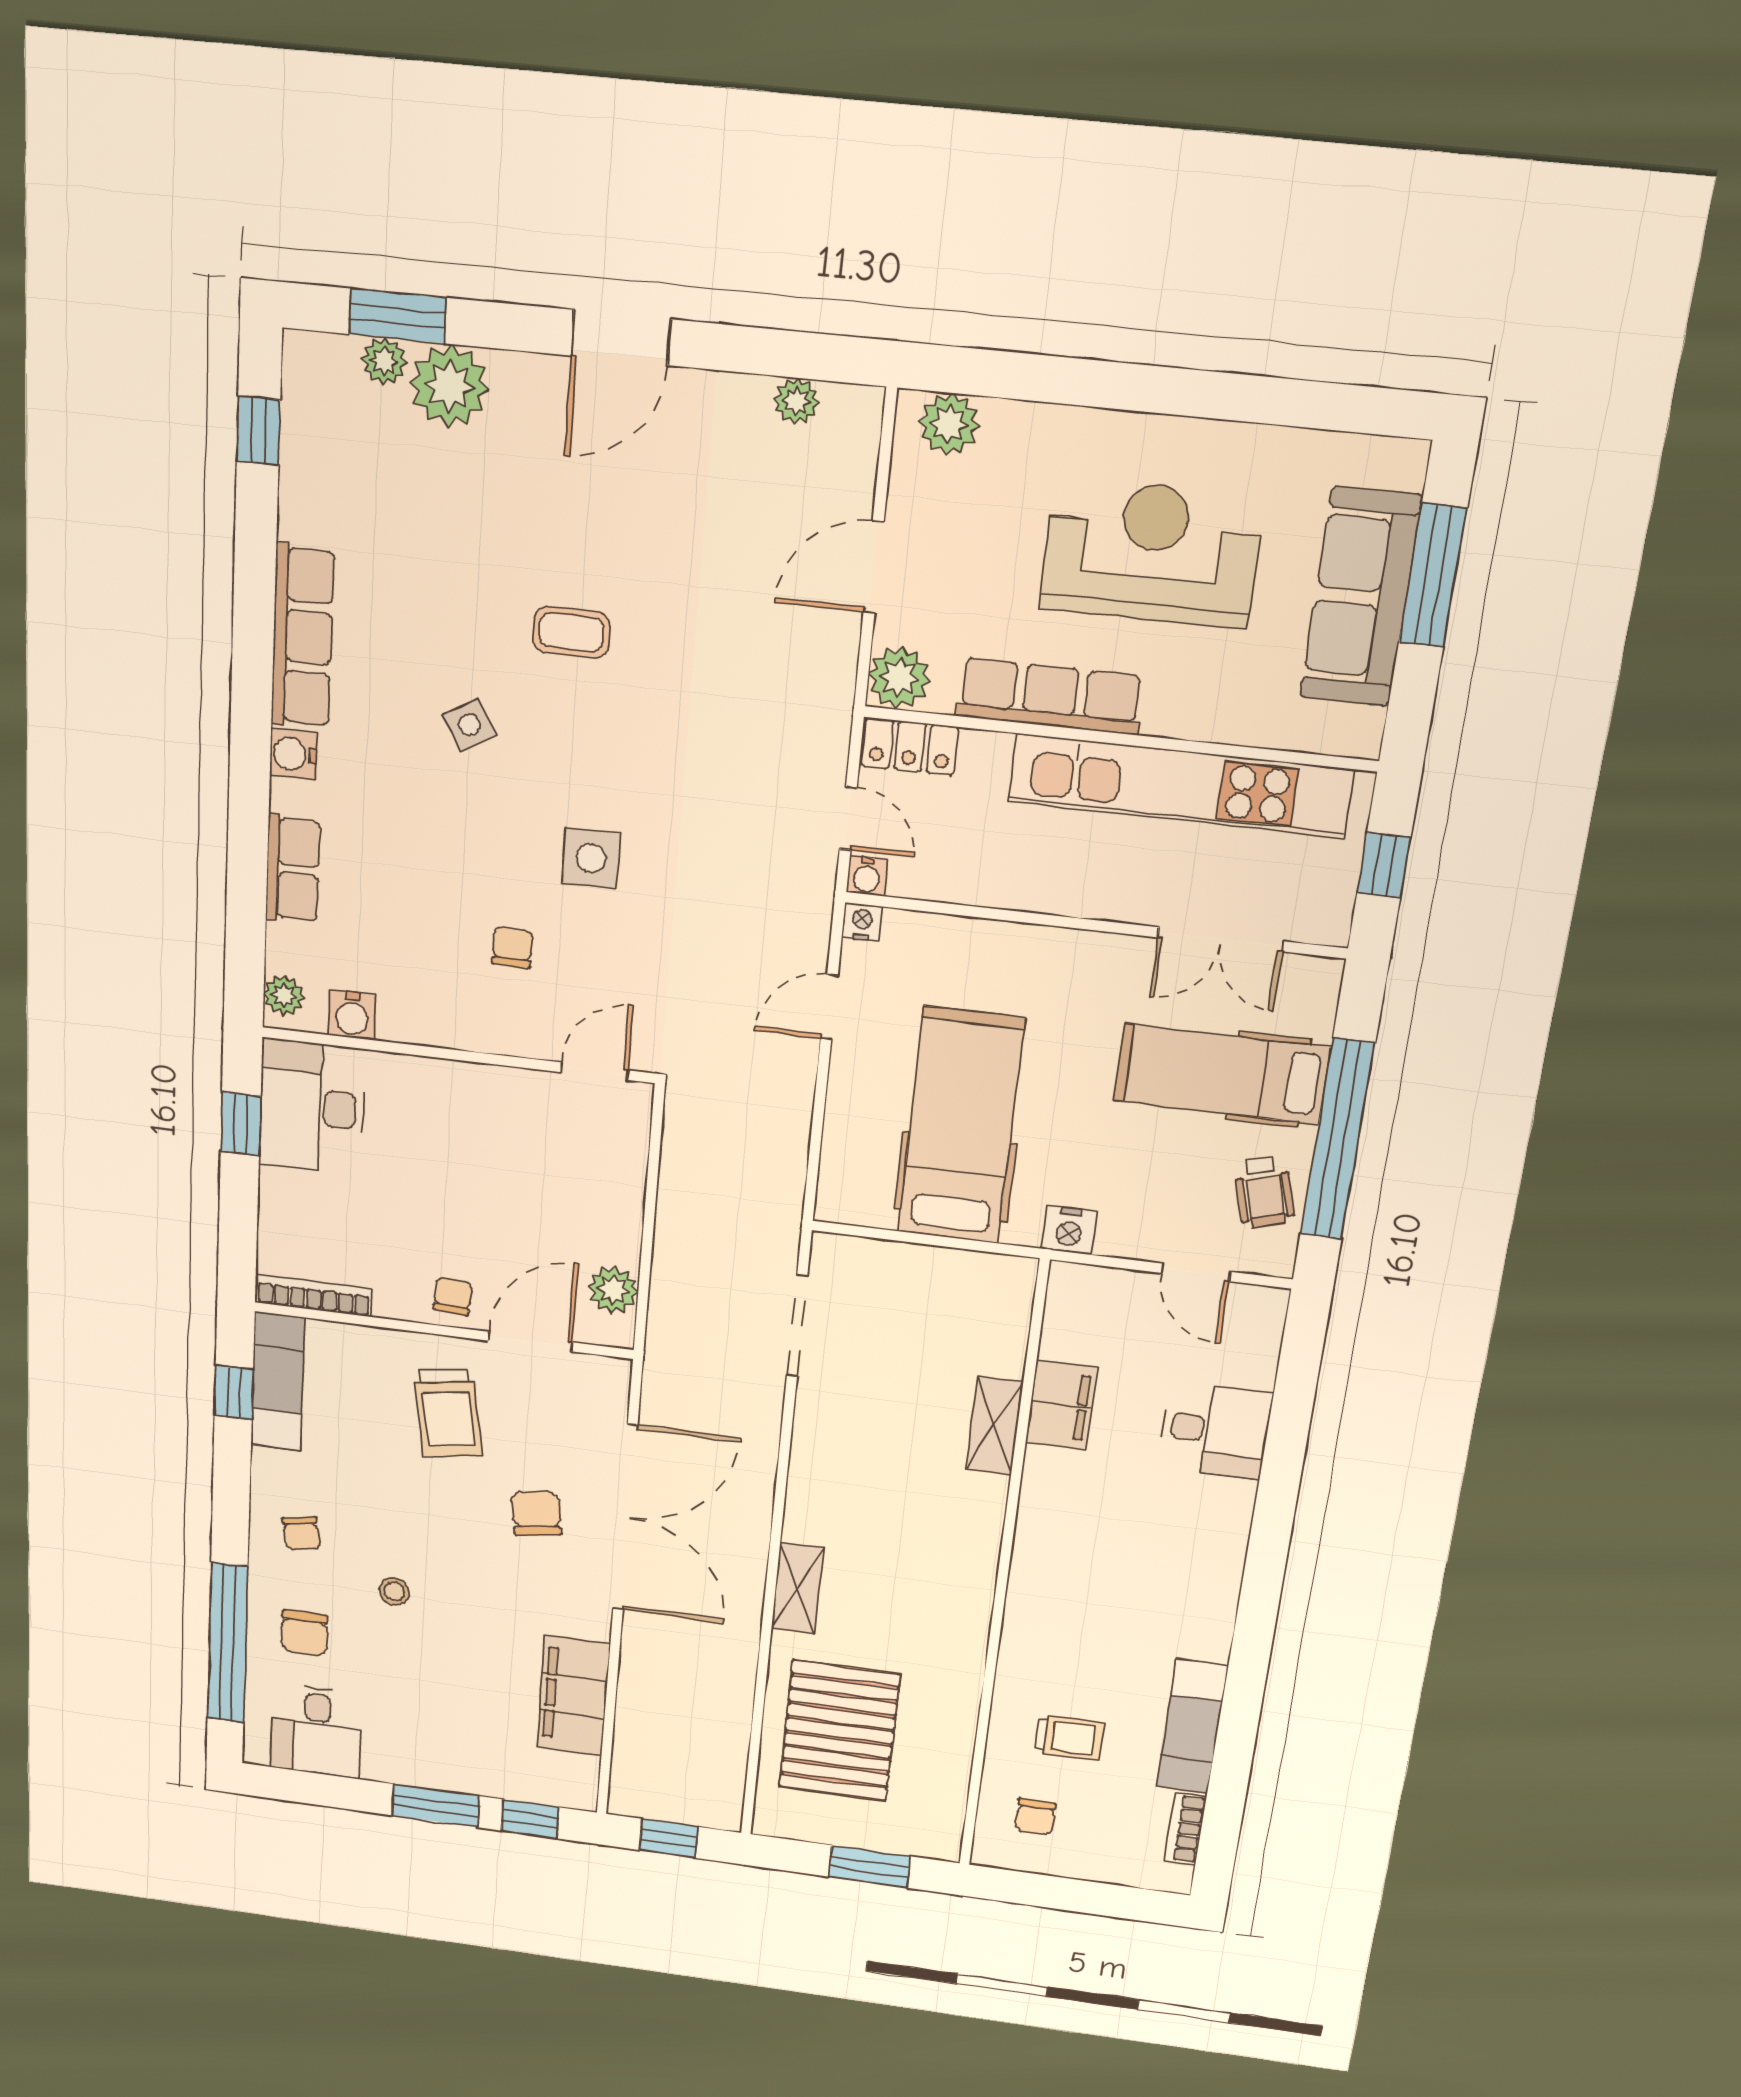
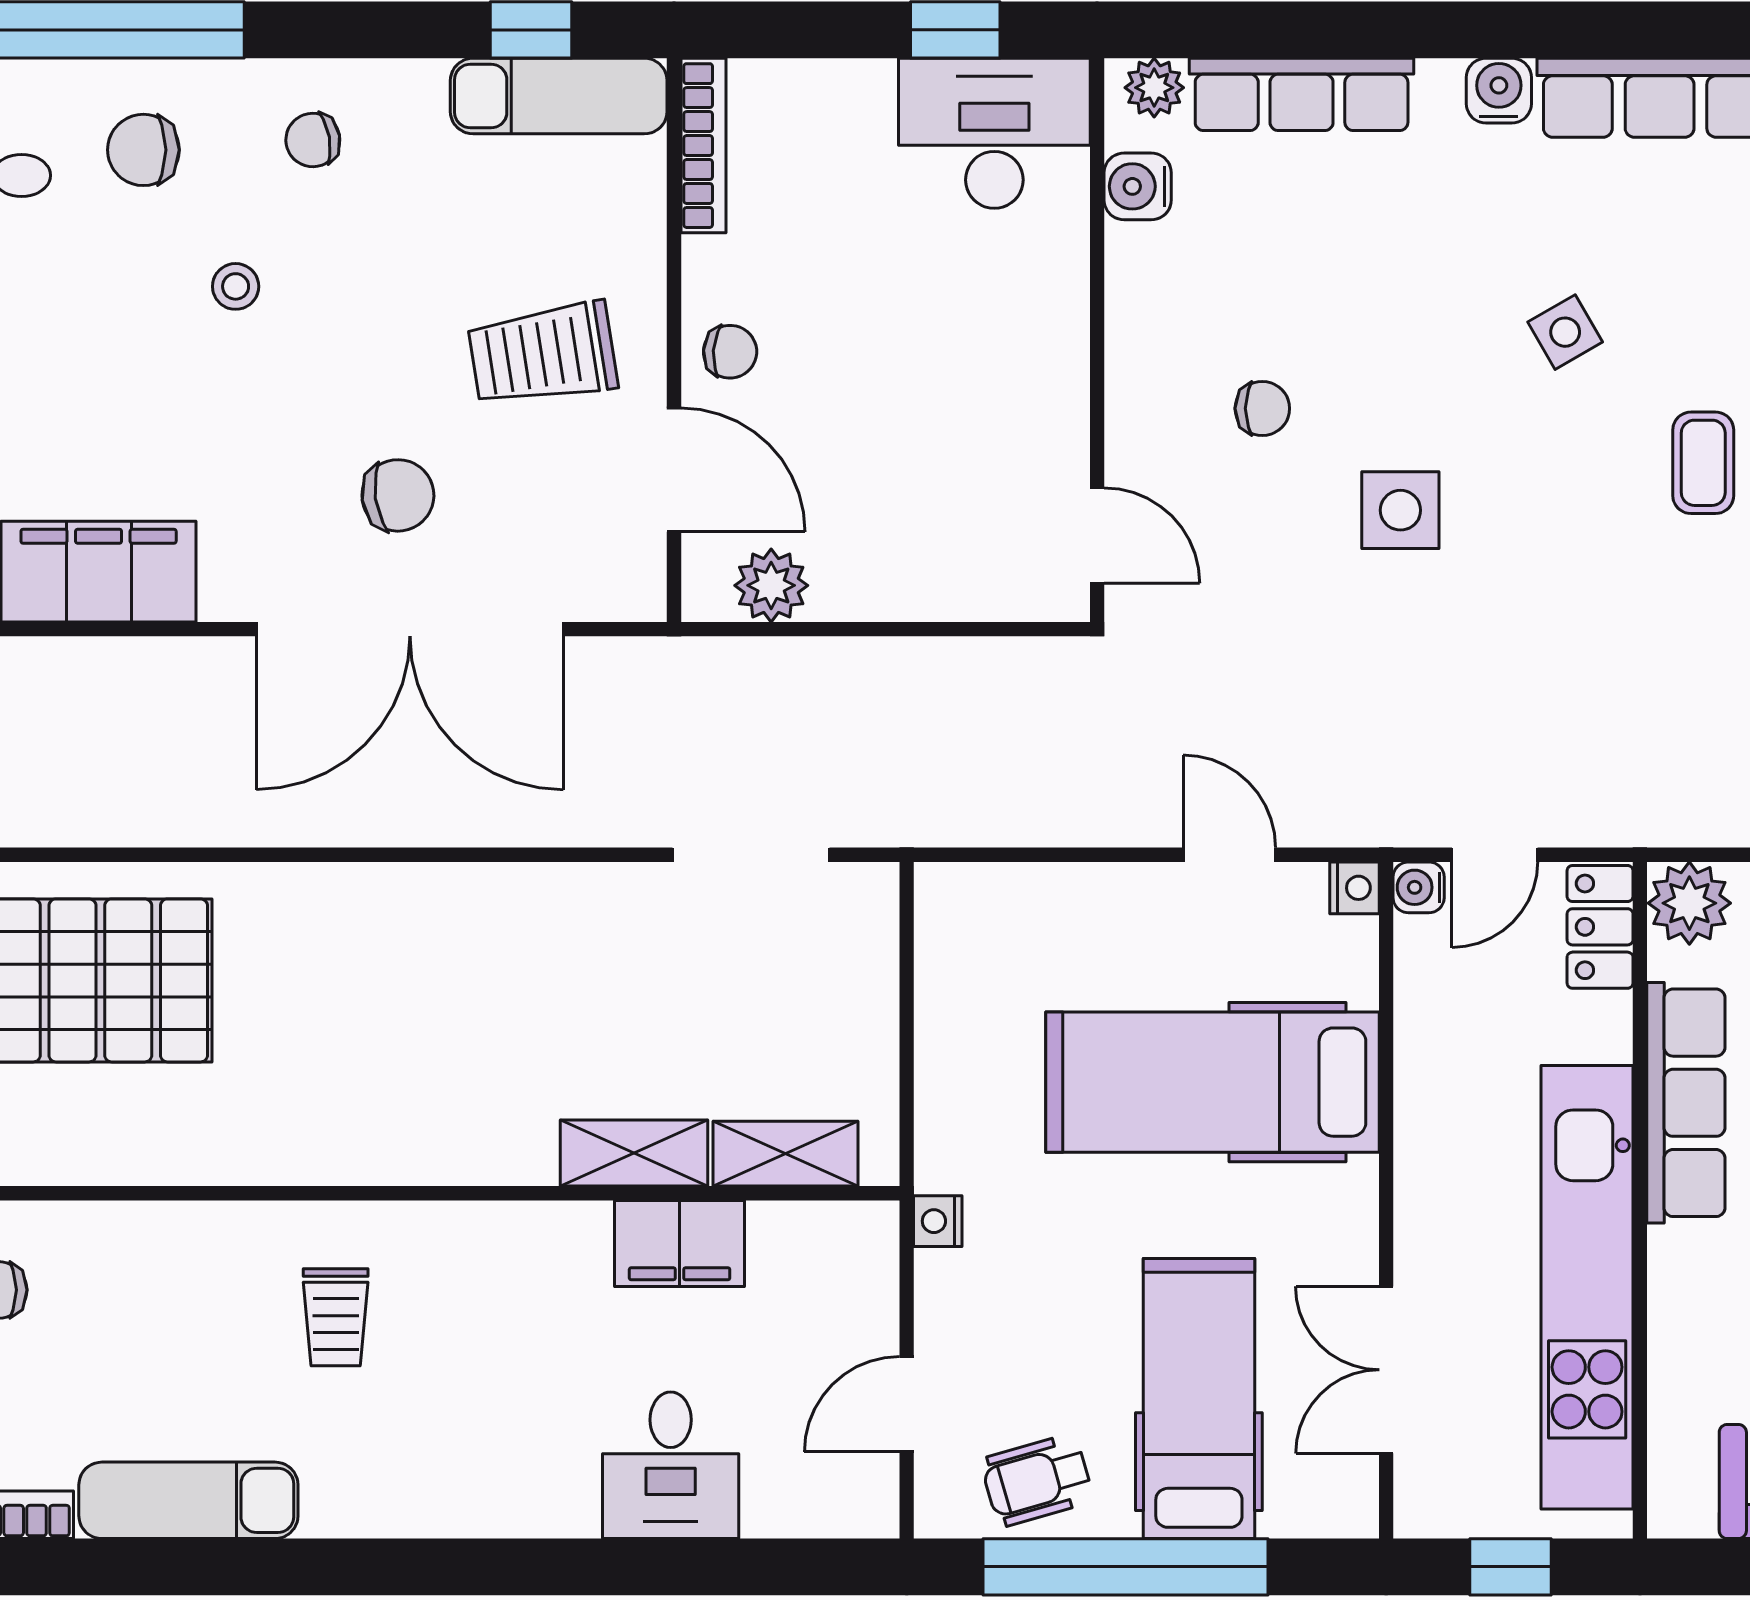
row of seats: (293, 869) -> (1302, 94), width x1.48
hospital bed: (961, 1126) -> (1213, 1082), moved, turned 180
nightstand: (1069, 1230) -> (938, 1221), width x0.72, depth x0.74
shelving: (797, 1588) -> (786, 1154), moved
trolley: (1069, 1738) -> (336, 1317), moved

